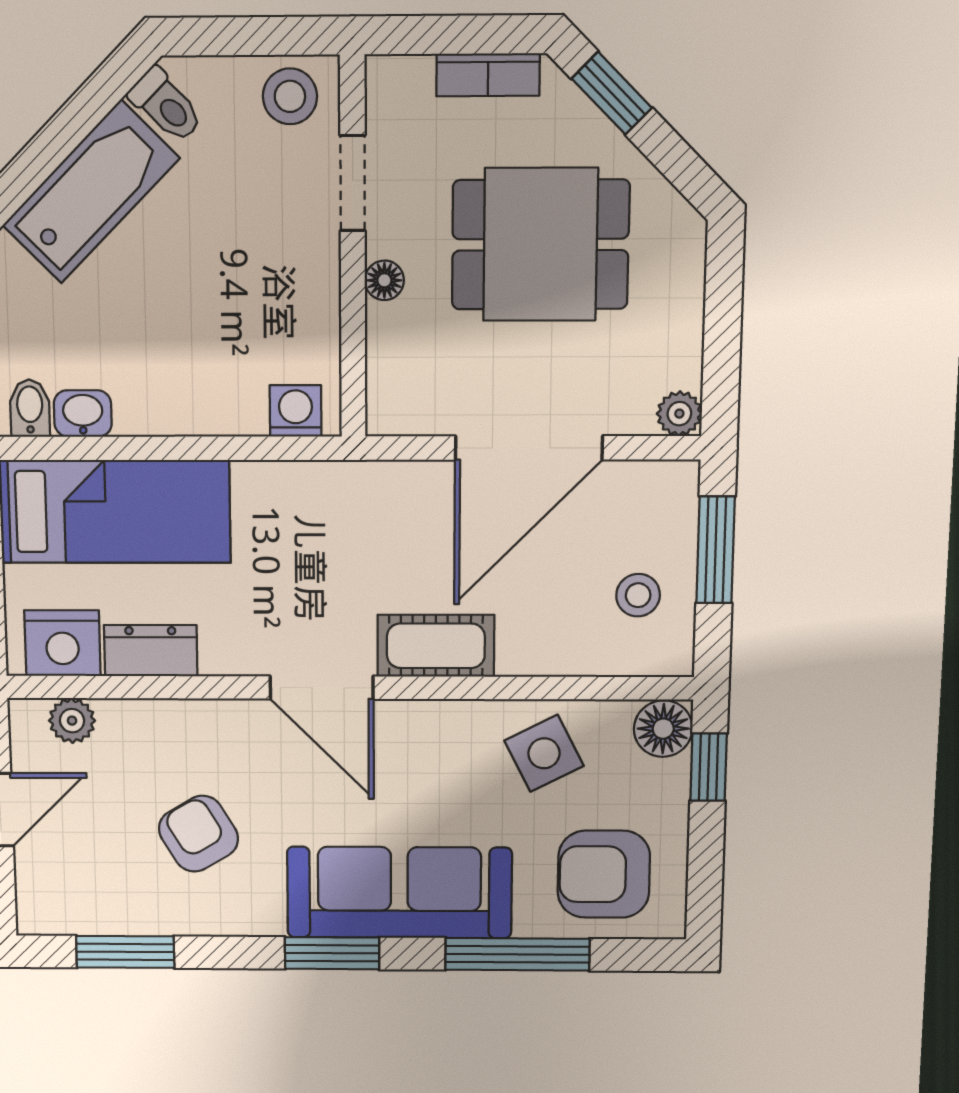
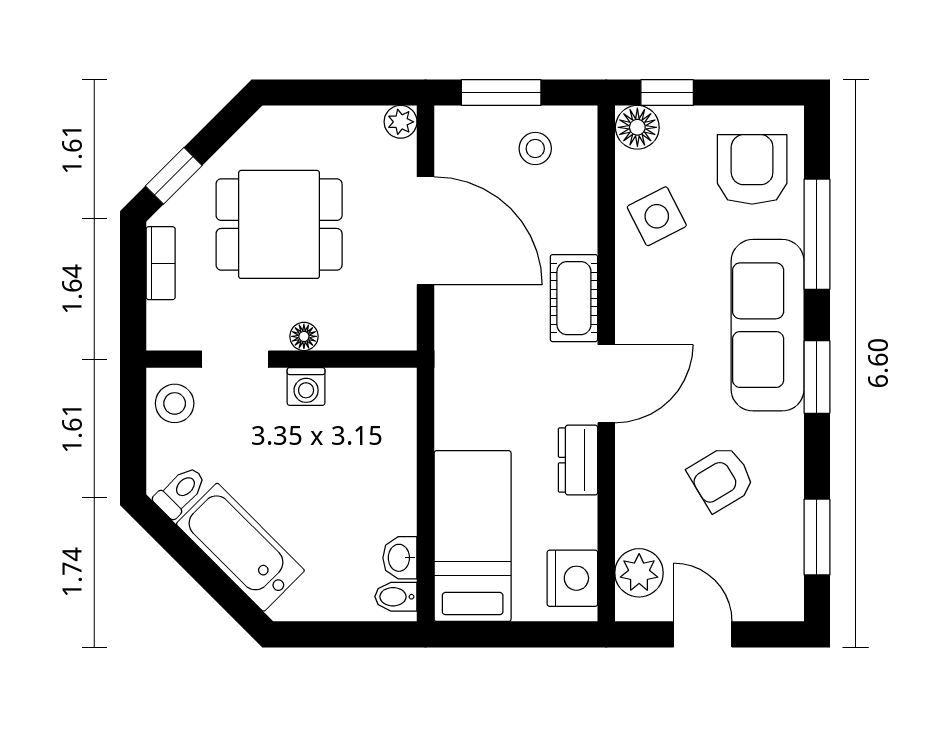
dining table: (540, 245) -> (279, 224), turned 90
washing machine: (296, 411) -> (306, 387), moved, turned -90
dresser: (151, 651) -> (578, 460), moved
plant: (72, 721) -> (639, 573), width x1.38, depth x1.38
armchair: (604, 874) -> (752, 169), turned 180

